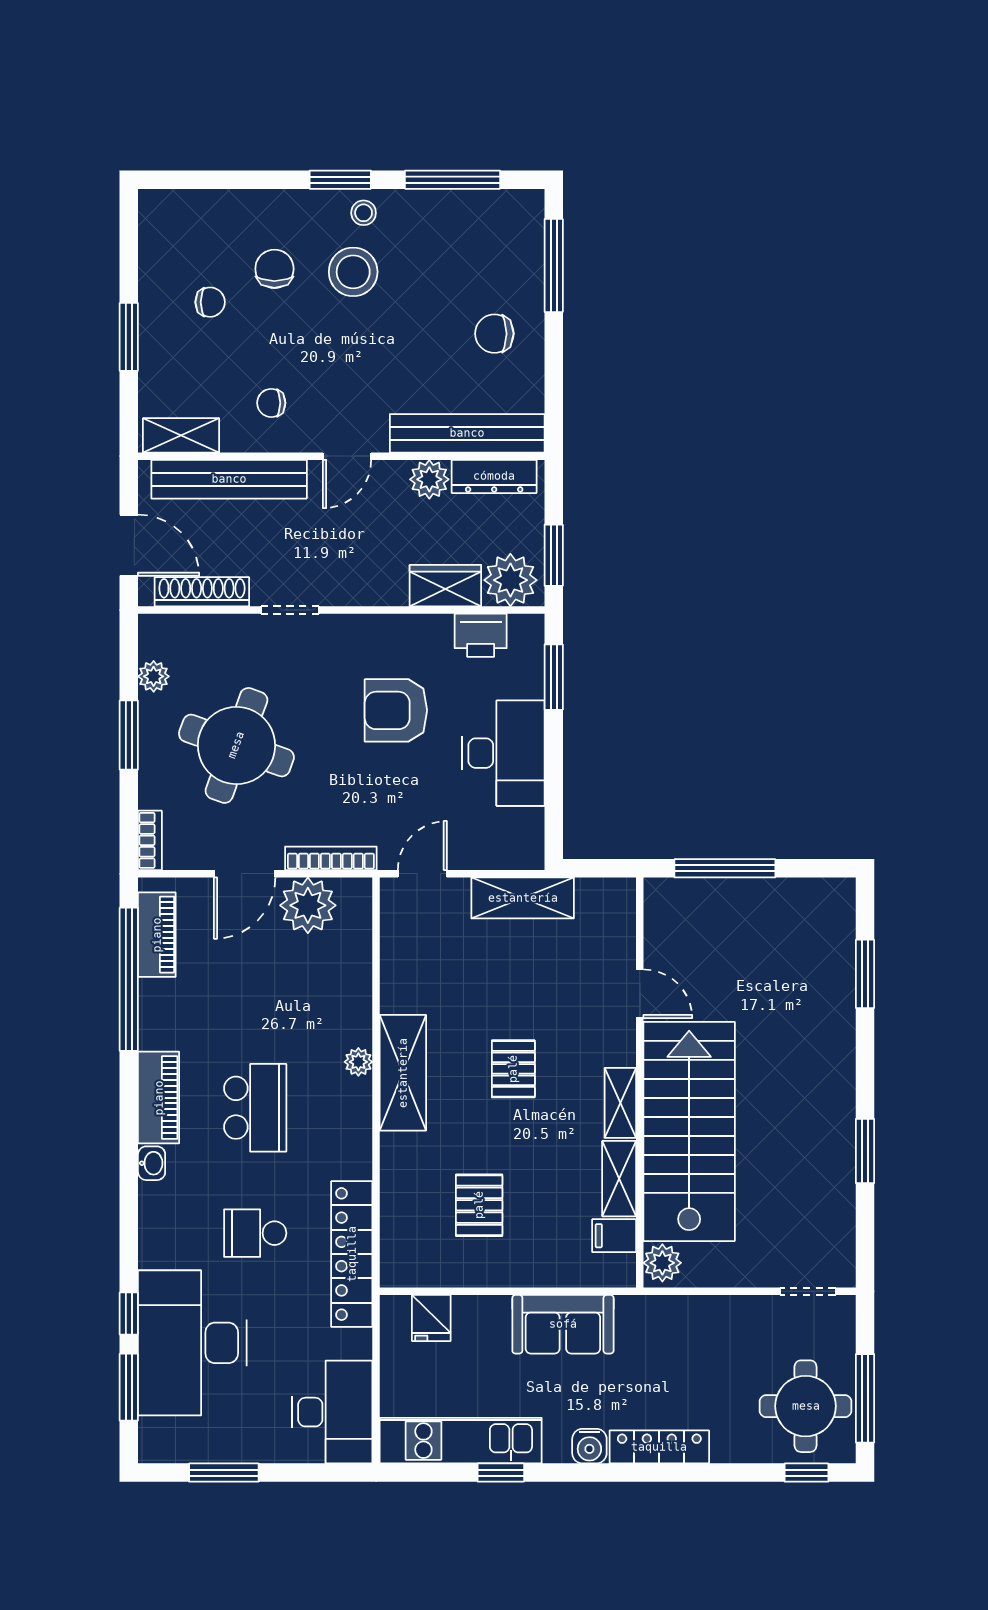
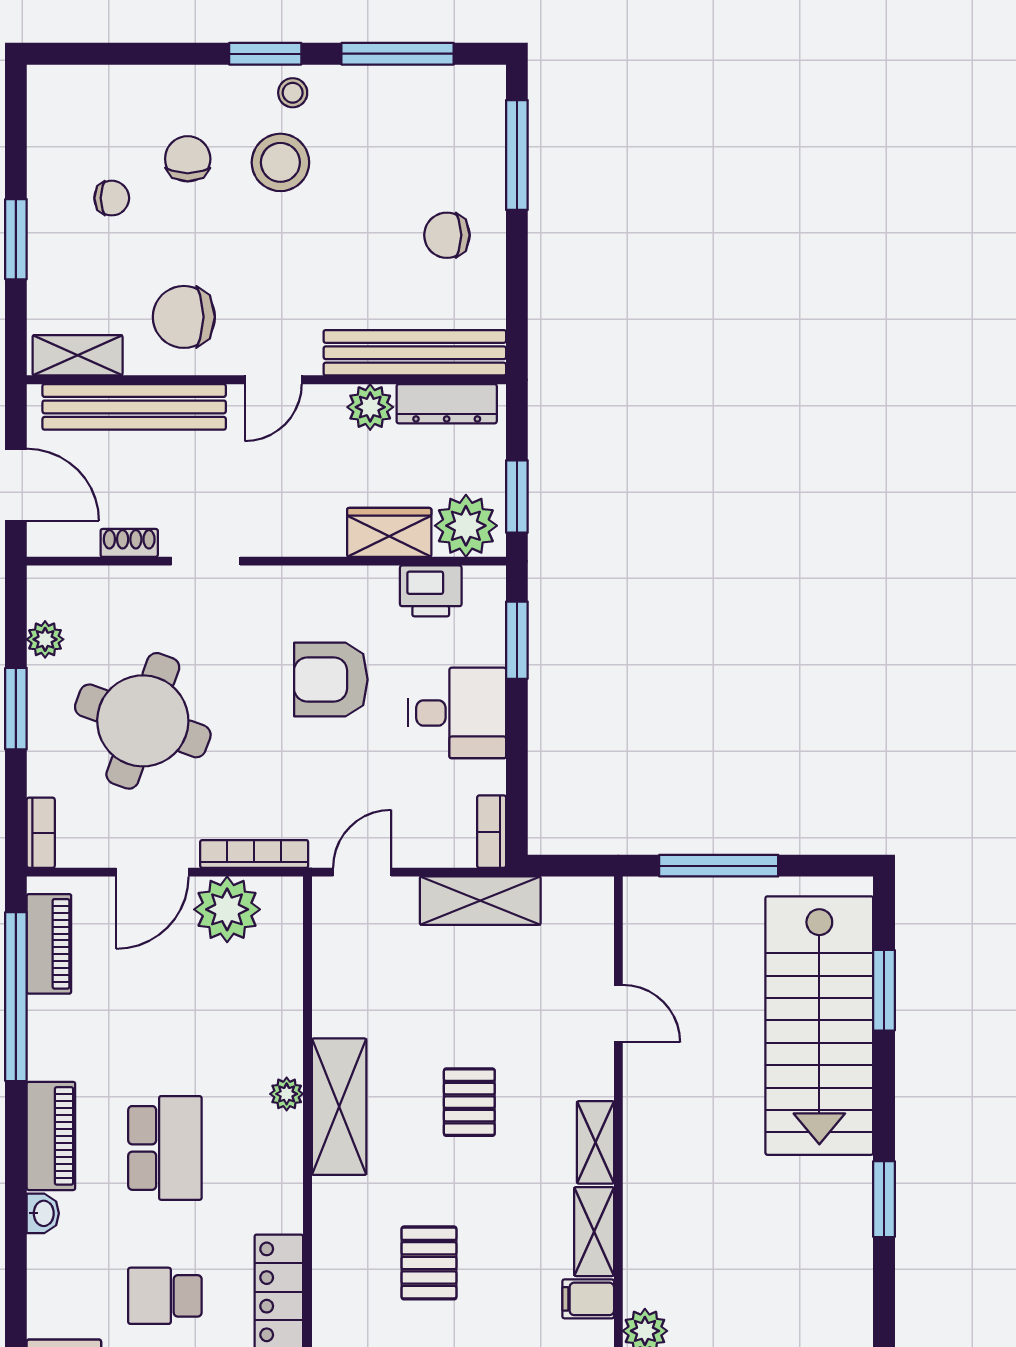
chair: (271, 403) -> (184, 317), width x1.87, depth x1.87
shoe rack: (202, 592) -> (129, 543), width x0.51, depth x0.81
desk: (503, 753) -> (457, 713), width x0.73
bookcase: (532, 839) -> (492, 832), added
stairs: (689, 1131) -> (819, 1026), moved, turned 180

